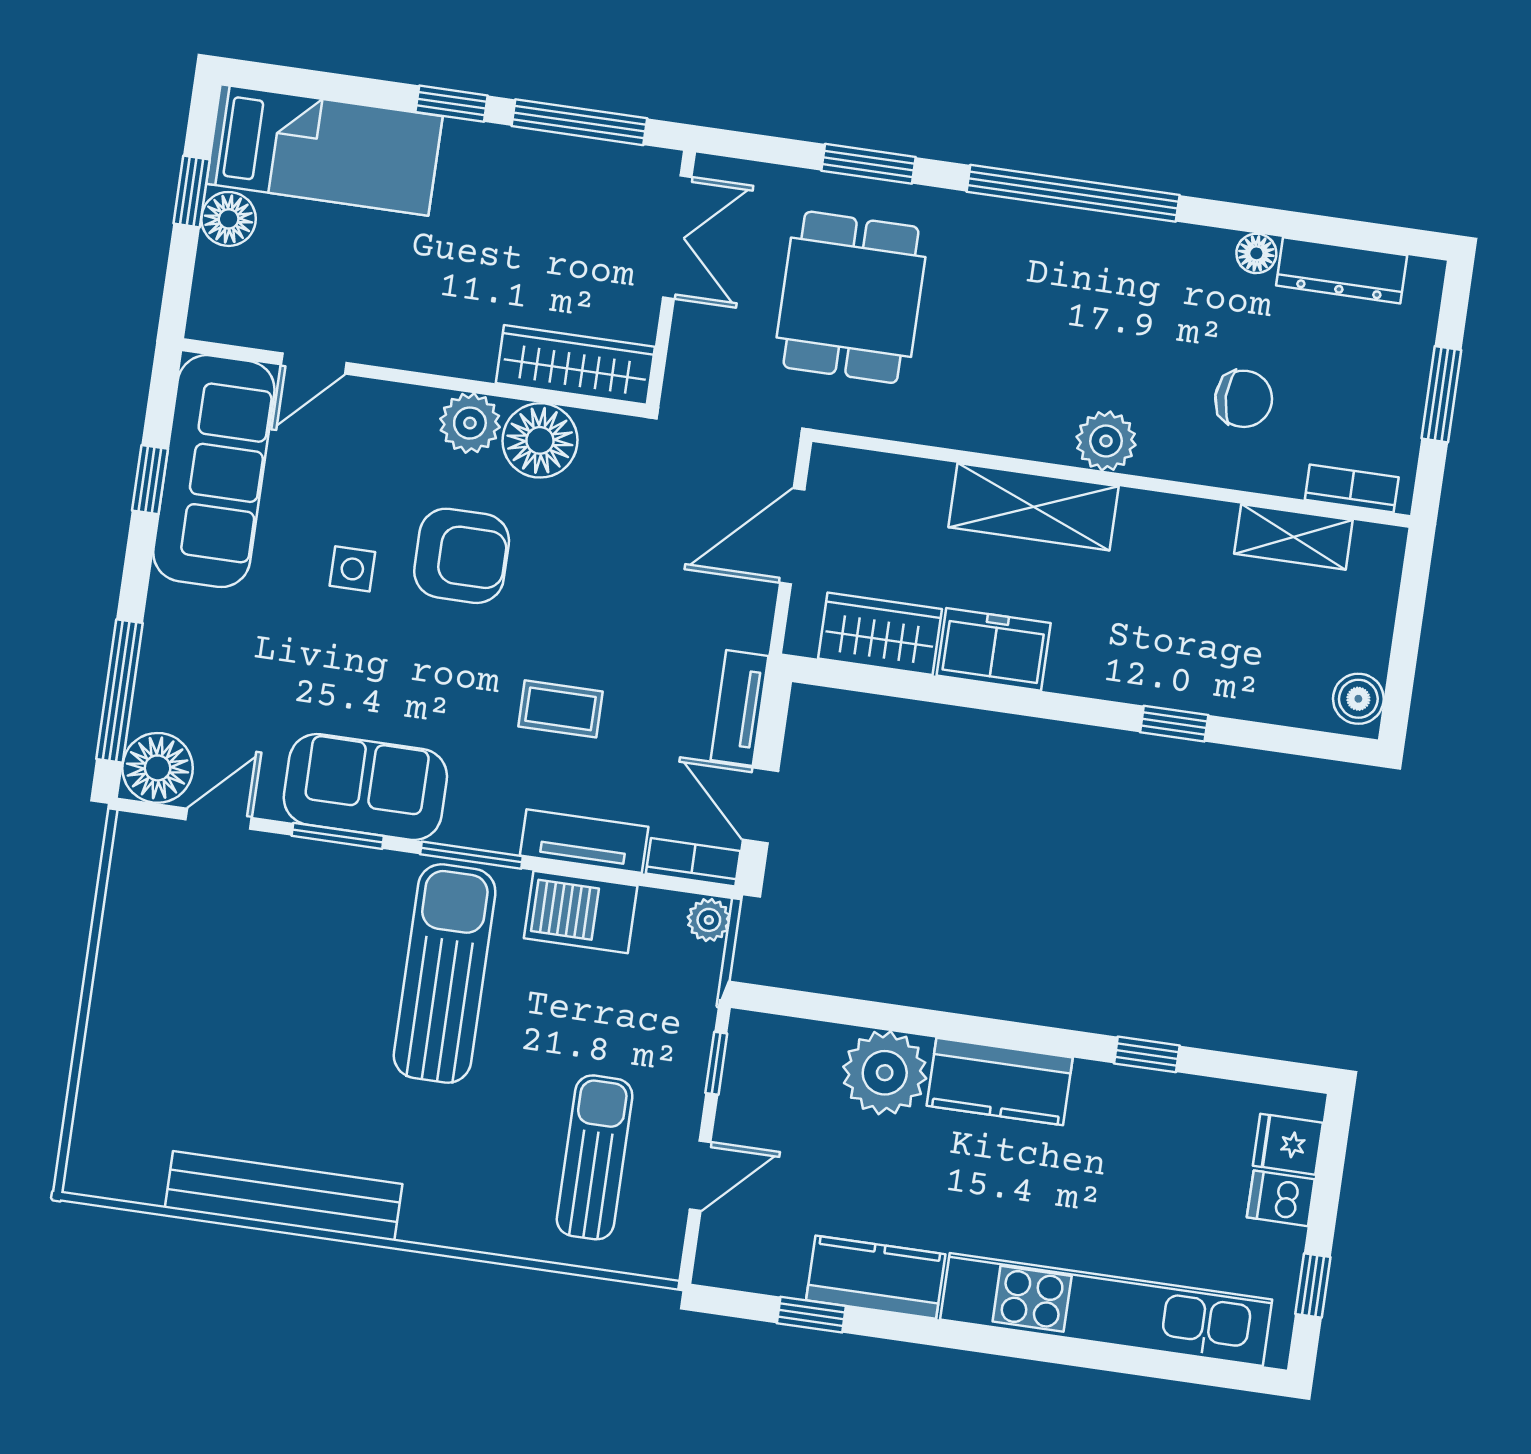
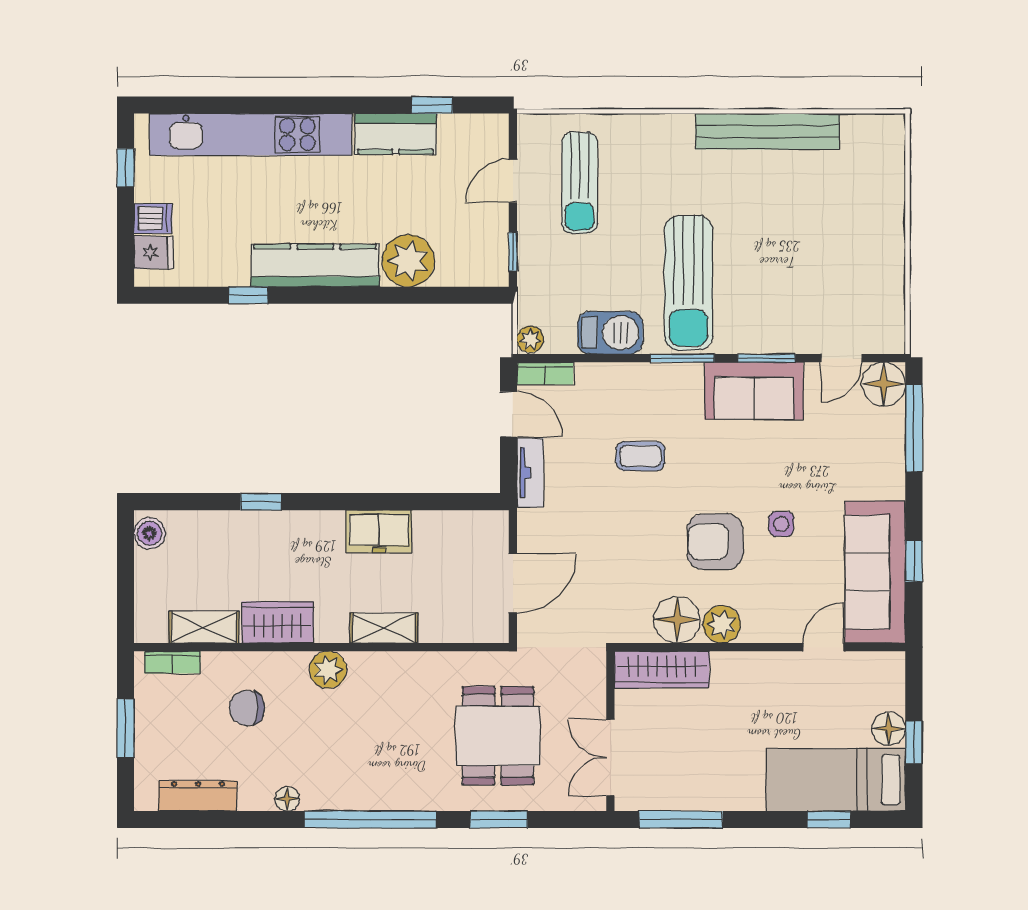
window: (452, 104) -> (829, 820), moved
floor lamp: (1256, 253) -> (287, 799), moved
shelving: (1033, 507) -> (384, 628), width x0.67, depth x0.75
wardrobe: (880, 634) -> (278, 622), moved, turned 180
tv unit: (584, 841) -> (614, 377), removed
kitchen counter: (1000, 1082) -> (315, 265), width x1.50

